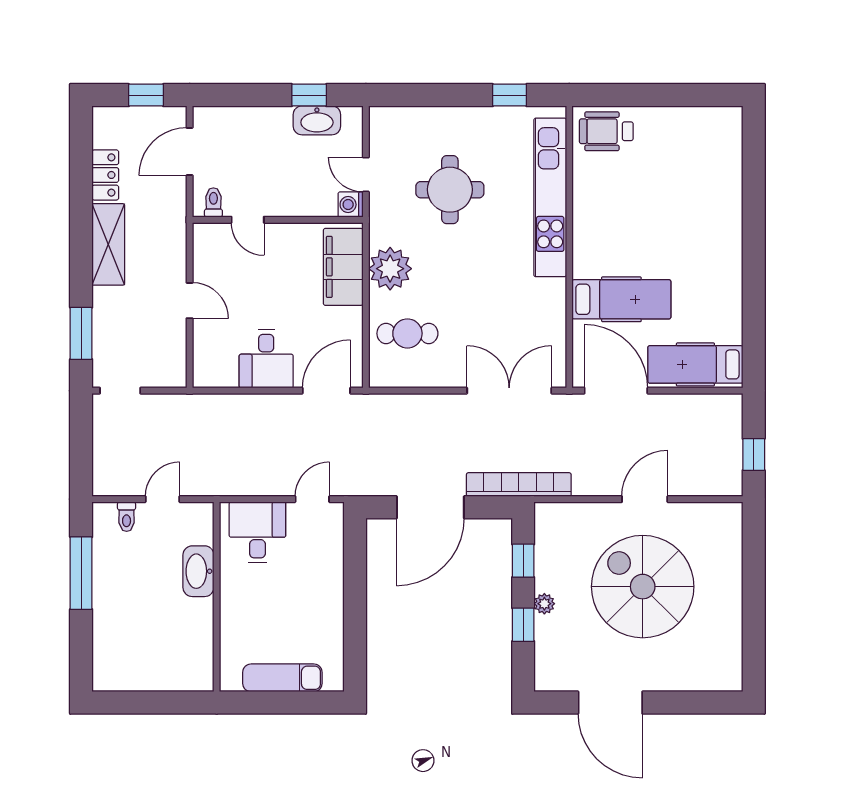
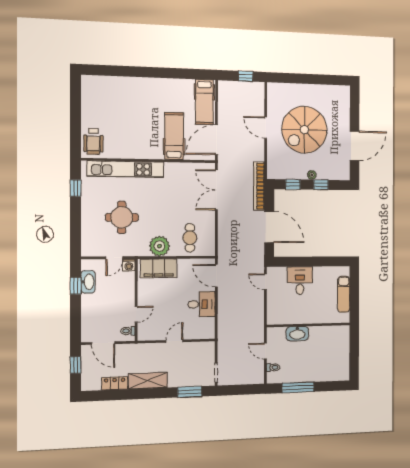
desk: (257, 532) -> (300, 281), moved, turned 90

